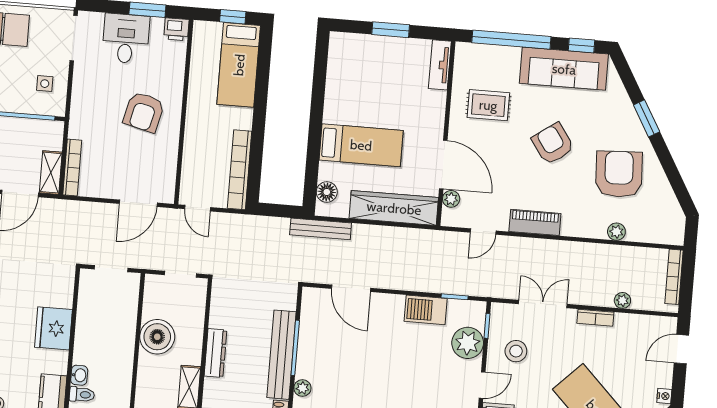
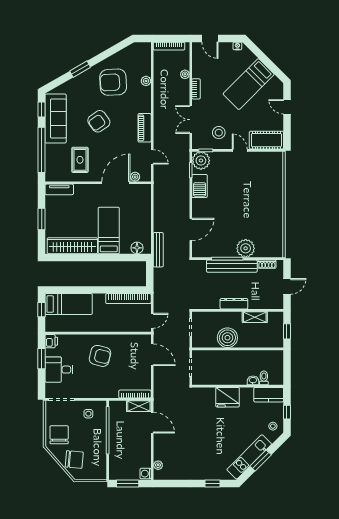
wardrobe: (394, 208) -> (72, 246), moved, turned 90
plant: (468, 343) -> (201, 161), moved
plant: (302, 388) -> (246, 248), width x1.87, depth x1.87

